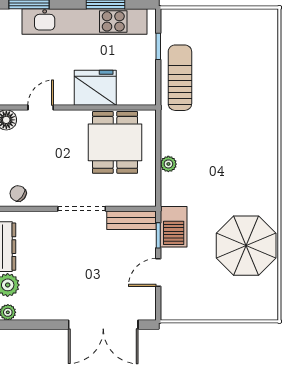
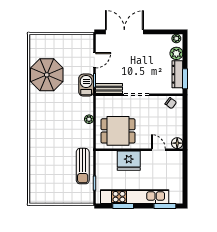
door: (41, 108) -> (158, 150), swing flipped
dining table: (115, 142) -> (118, 131), turned 90

